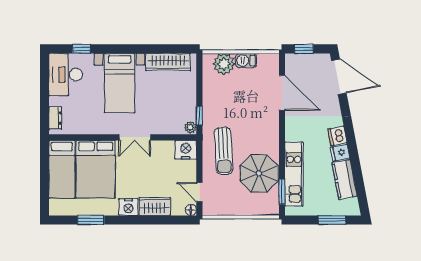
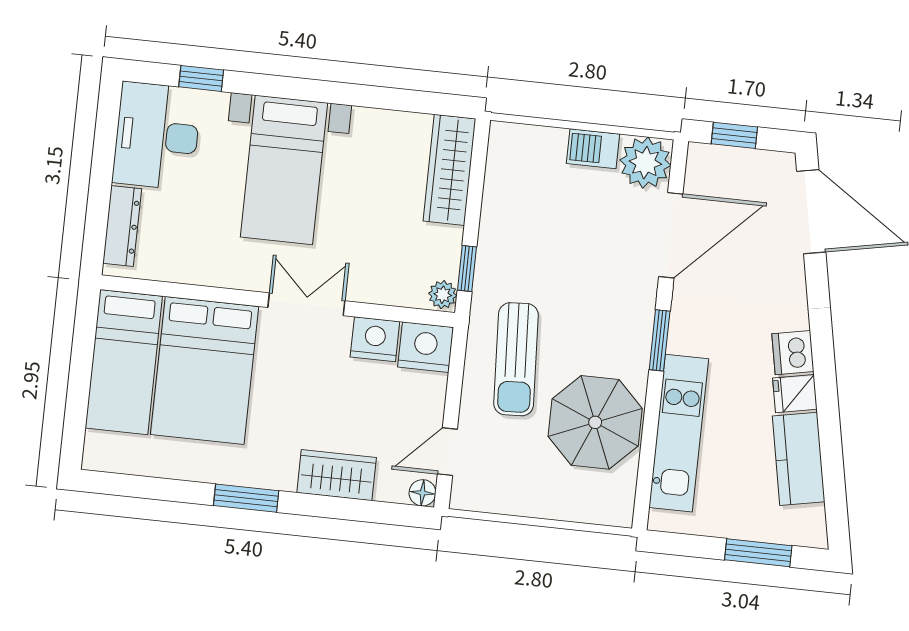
wardrobe: (168, 62) -> (449, 170), moved, turned 90
plant: (224, 64) -> (645, 163), moved
door: (282, 93) -> (671, 235), hinge flipped
dresser: (55, 118) -> (122, 226), width x1.44
double door: (135, 137) -> (306, 304), swing flipped
door: (199, 192) -> (447, 452), hinge flipped
window: (282, 192) -> (660, 340), moved
nightstand: (128, 207) -> (375, 339), moved, turned 180
window: (91, 220) -> (246, 498), moved

